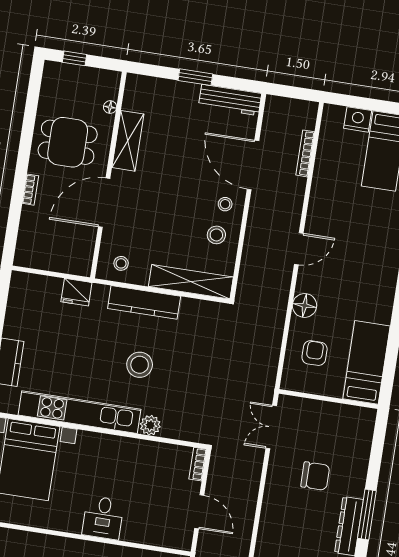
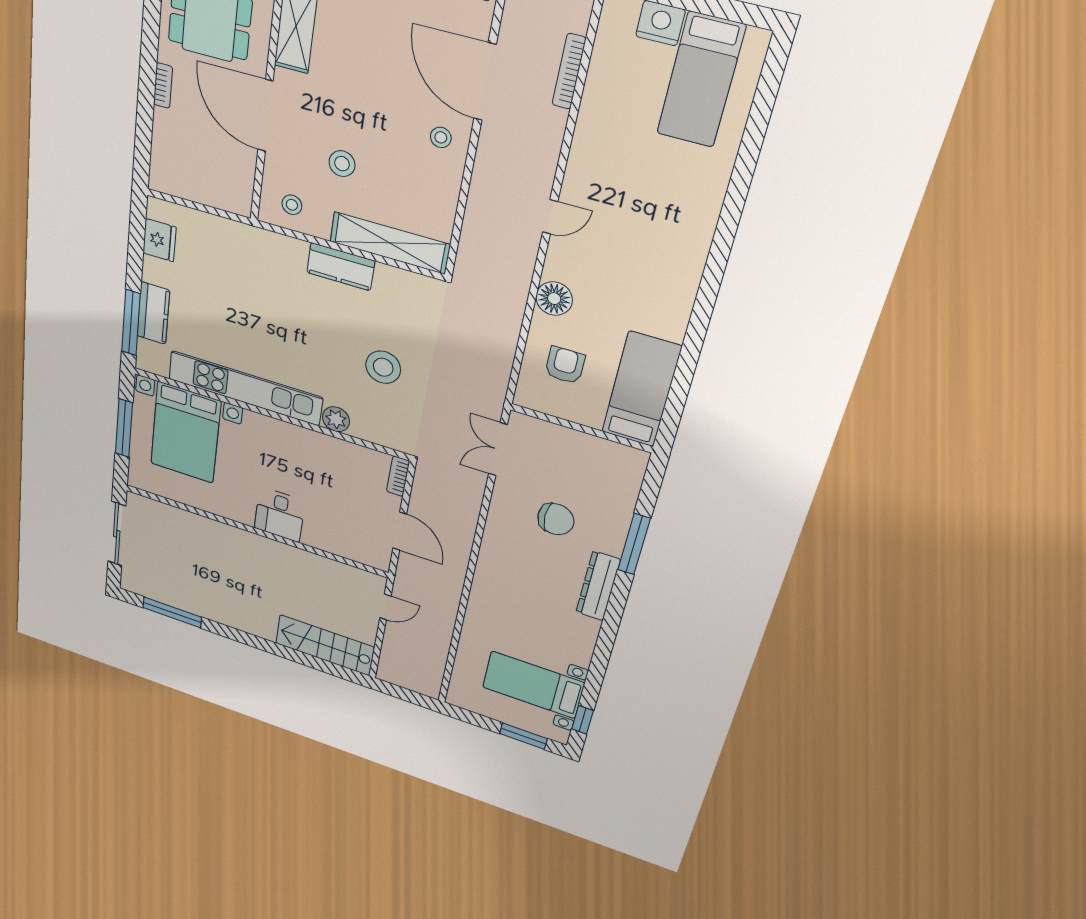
door: (104, 203) -> (265, 116), hinge flipped
stool: (216, 235) -> (342, 164), moved
door: (299, 249) -> (550, 217), width x0.73
fridge: (76, 292) -> (159, 240), moved, turned -90
kitchen counter: (144, 302) -> (341, 267), width x0.67
stool: (140, 365) -> (383, 367), moved
window: (367, 514) -> (634, 544), moved

